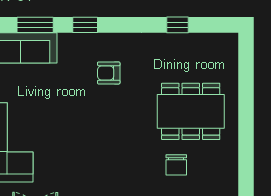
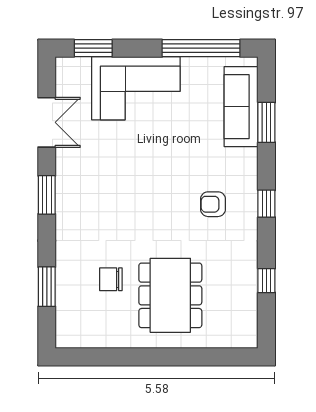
window: (85, 25) -> (266, 204), moved
armchair: (109, 73) -> (213, 204), turned -90

